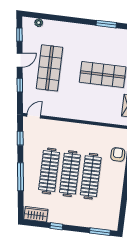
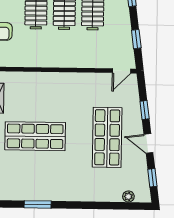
door: (20, 60) -> (148, 143), hinge flipped

